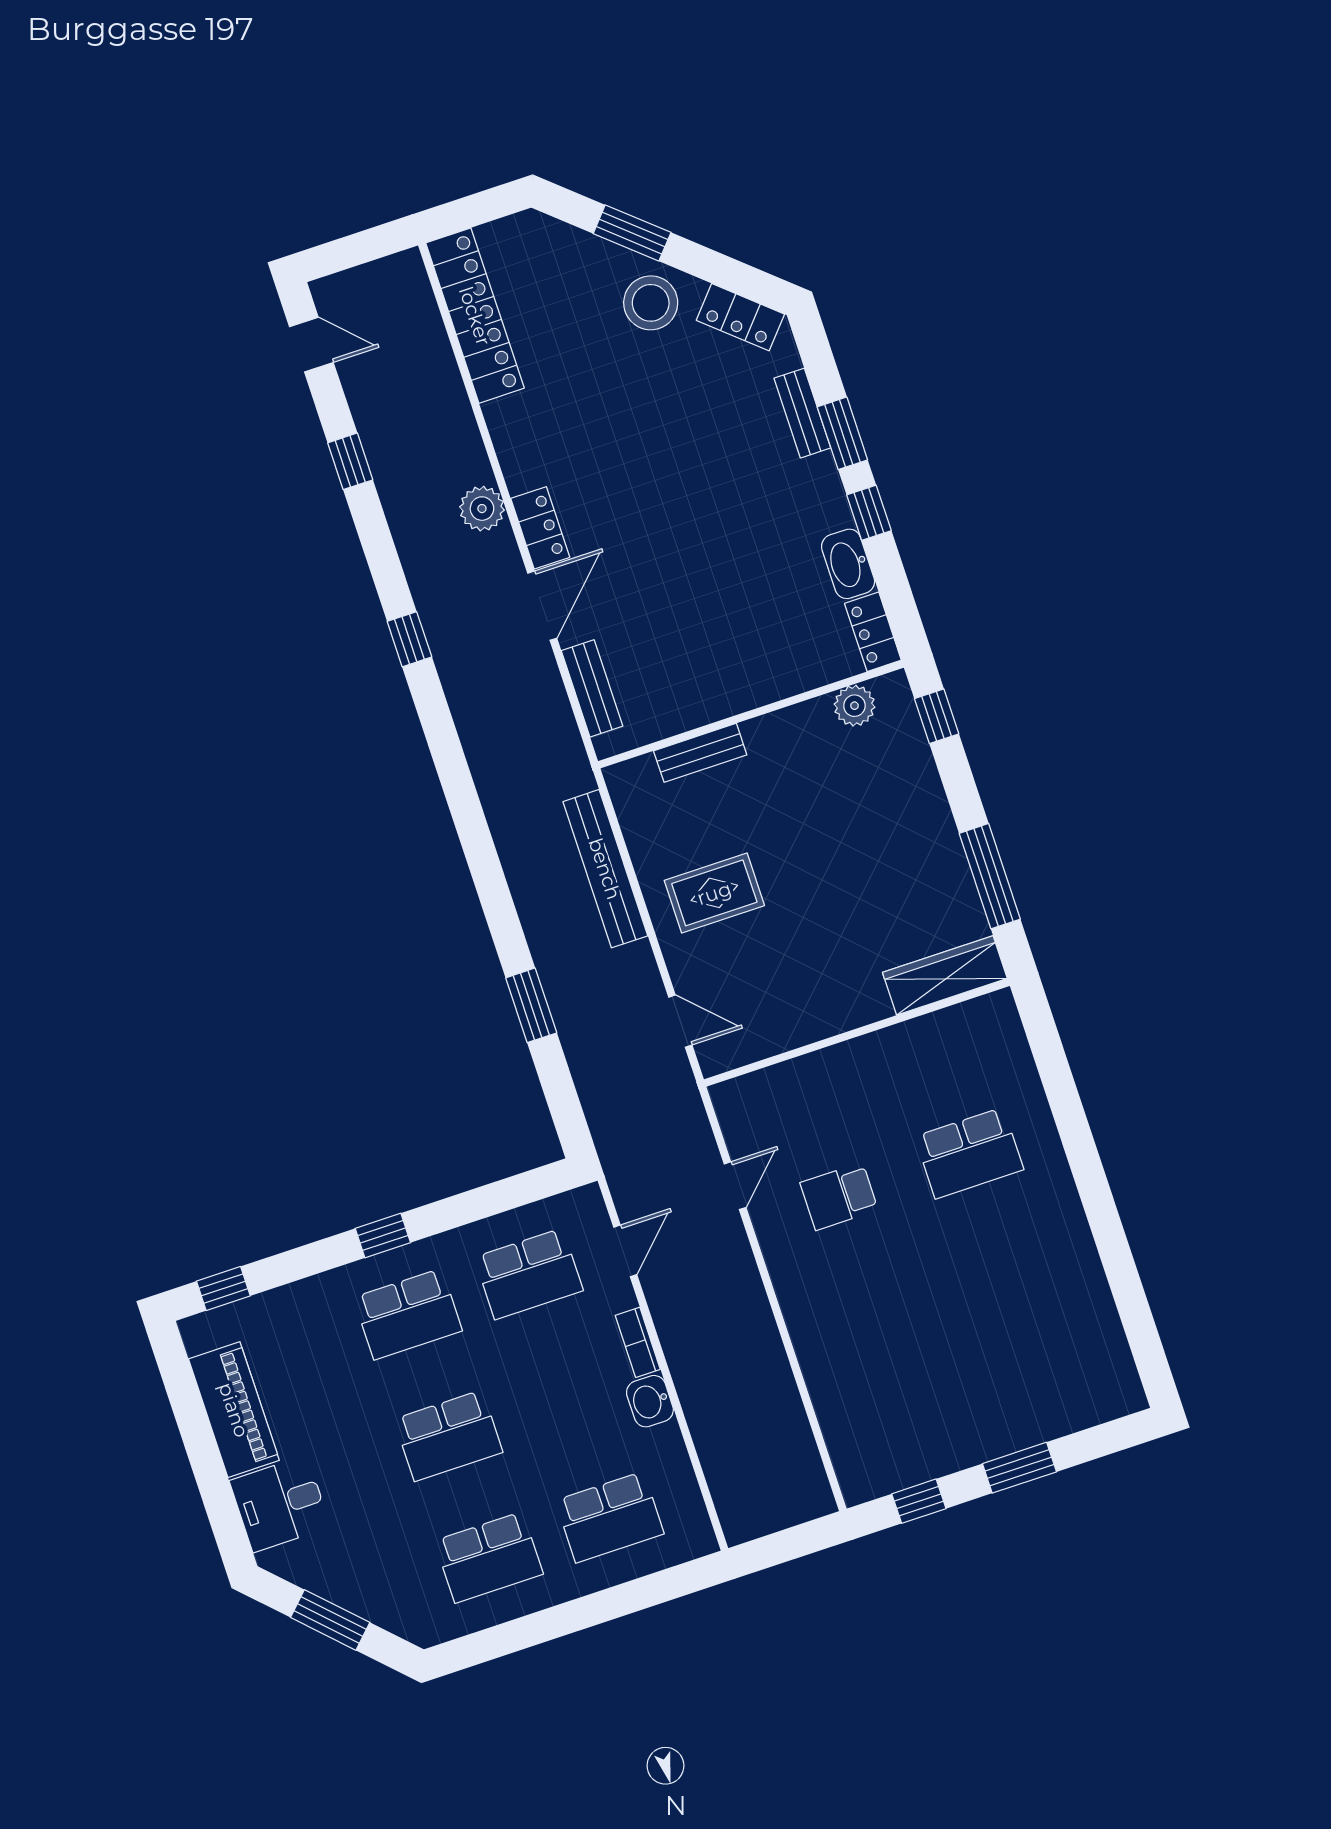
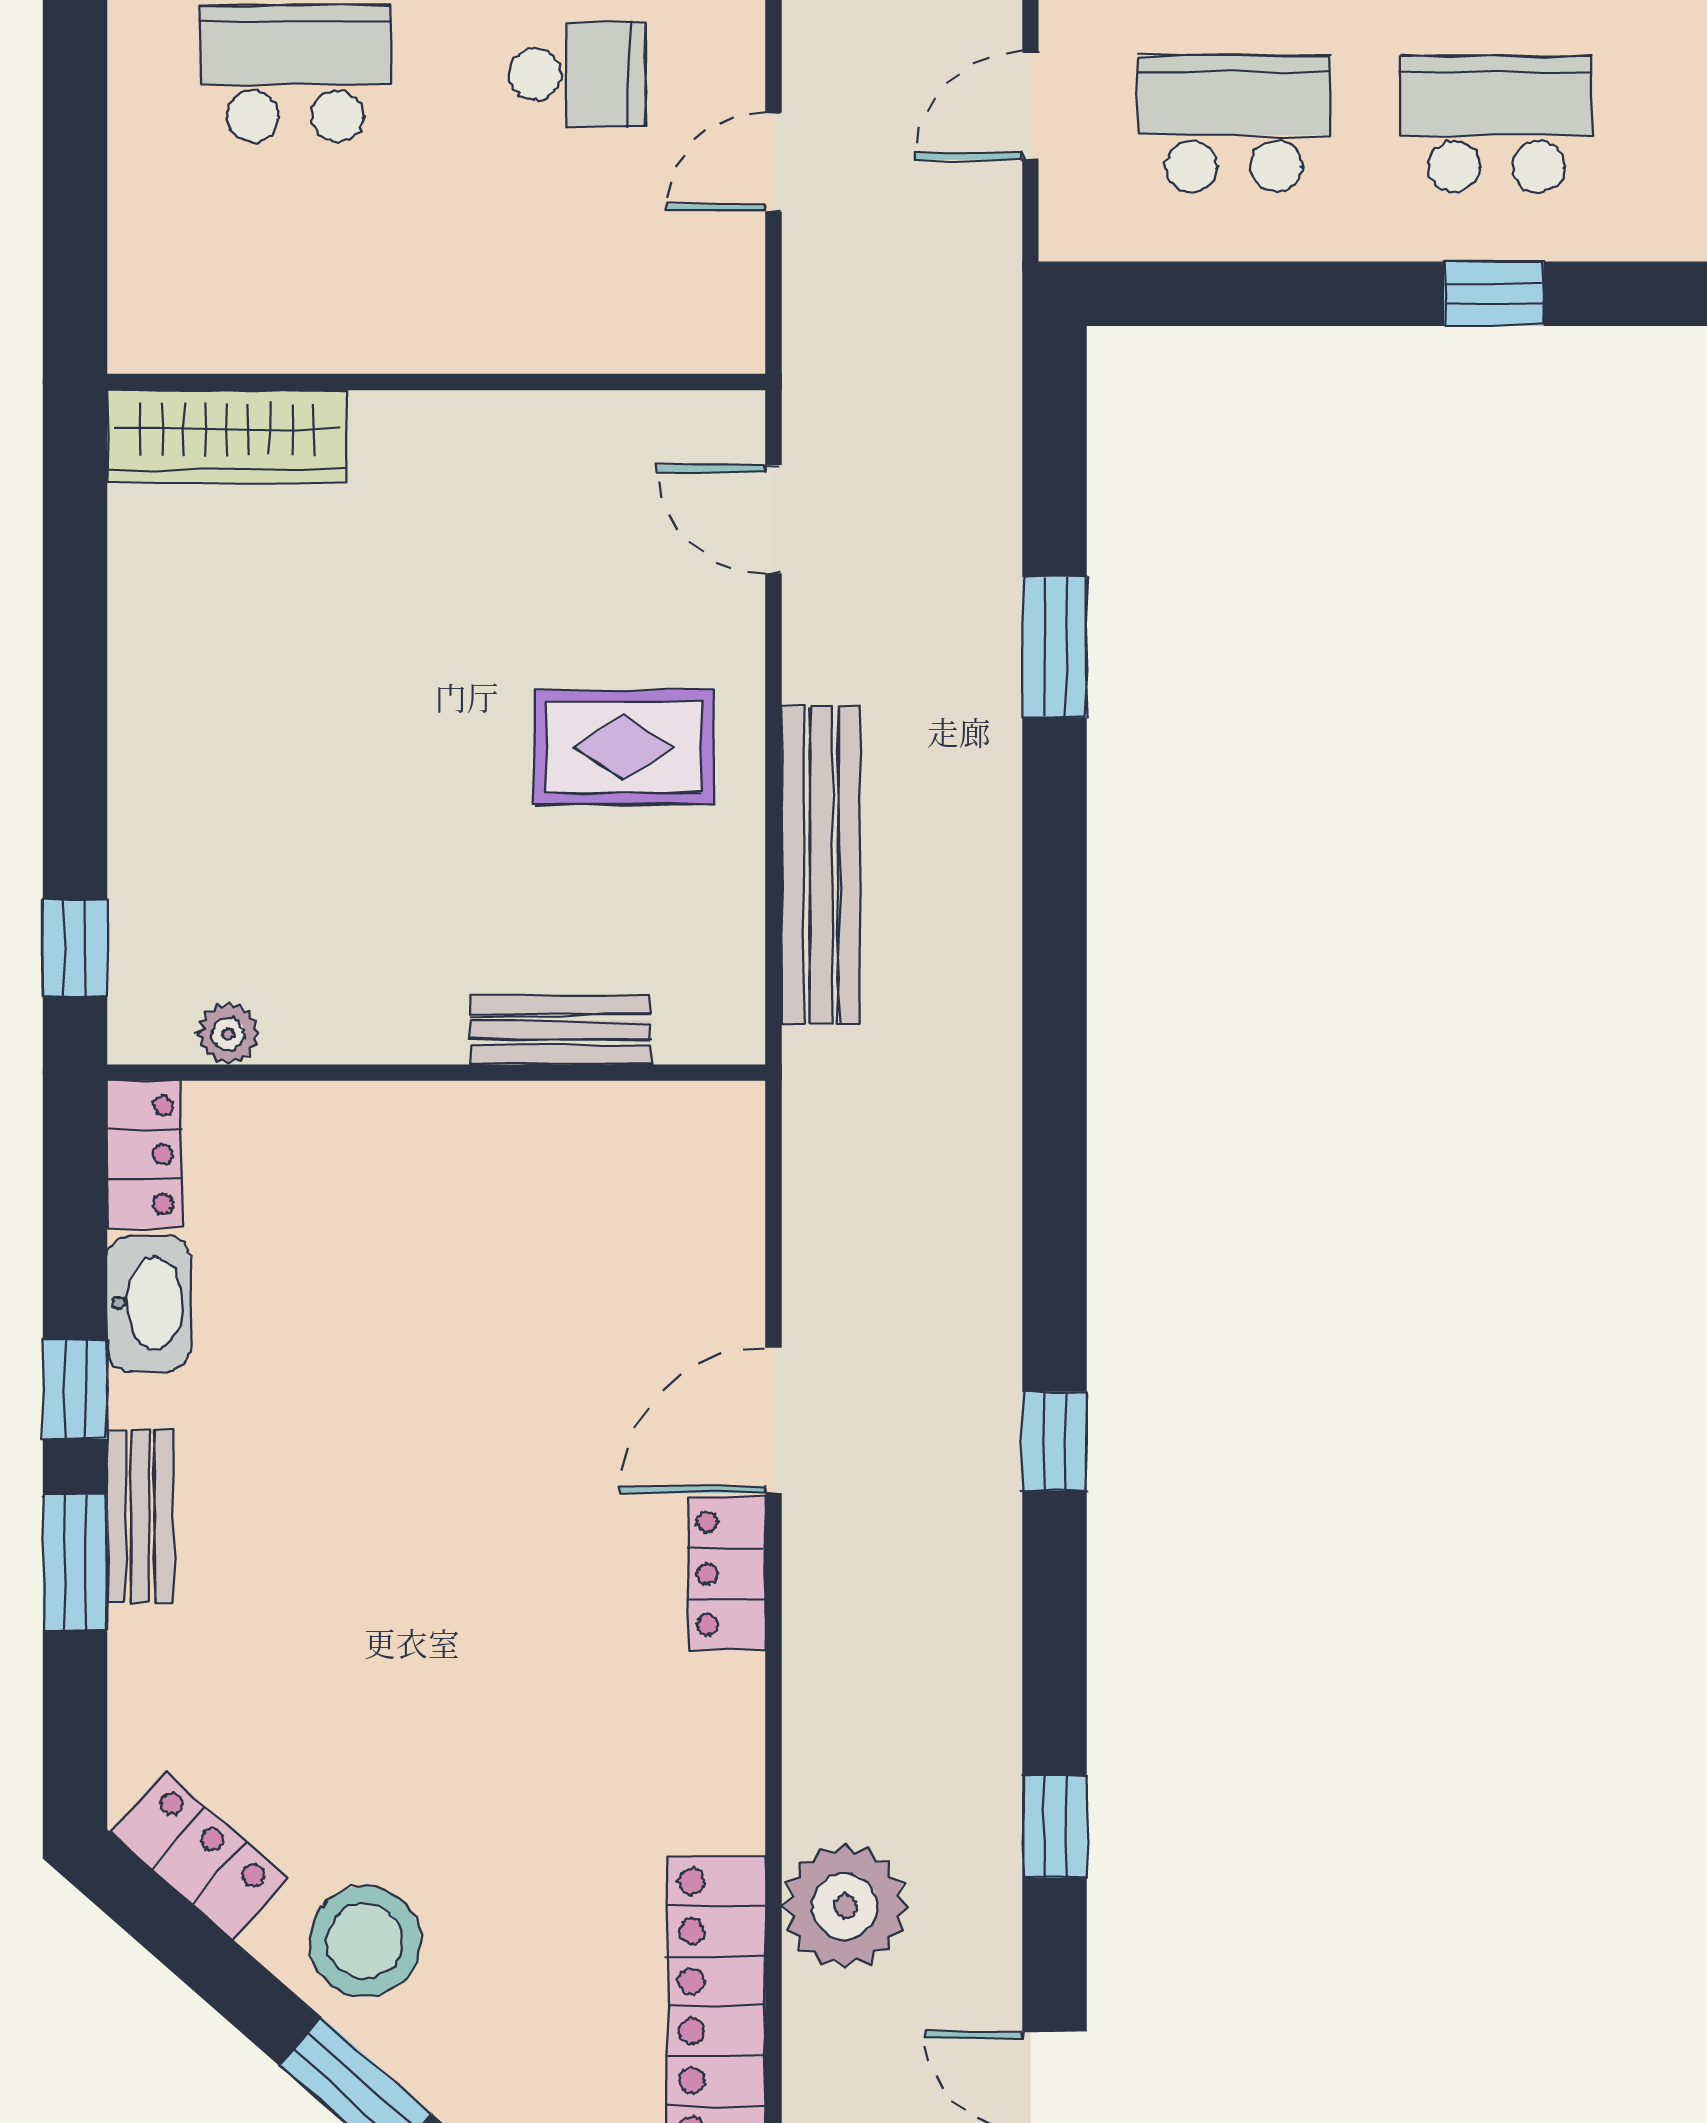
bench: (802, 413) -> (140, 1516), moved
plant: (482, 509) -> (845, 1906), moved, width x1.36, depth x1.36
bench: (592, 688) -> (730, 1226), removed
plant: (854, 706) -> (228, 1034), width x0.73, depth x0.73
window: (990, 876) -> (75, 601), removed

